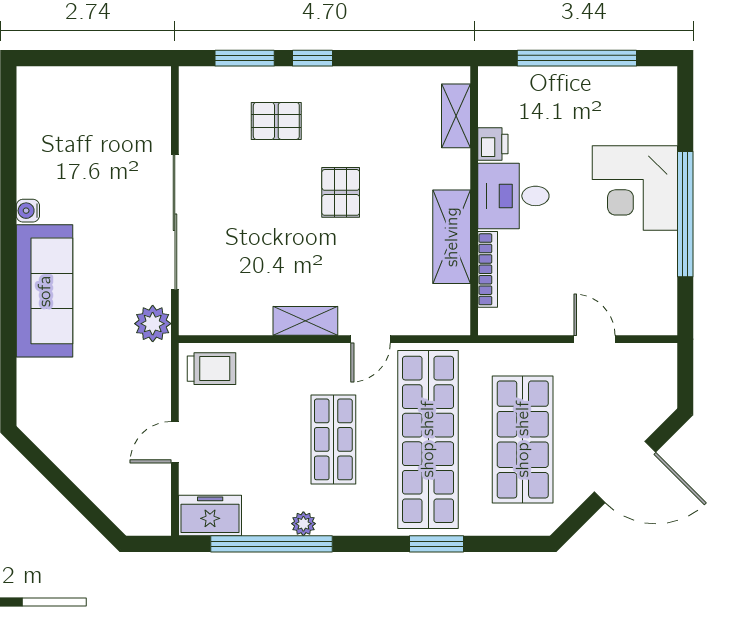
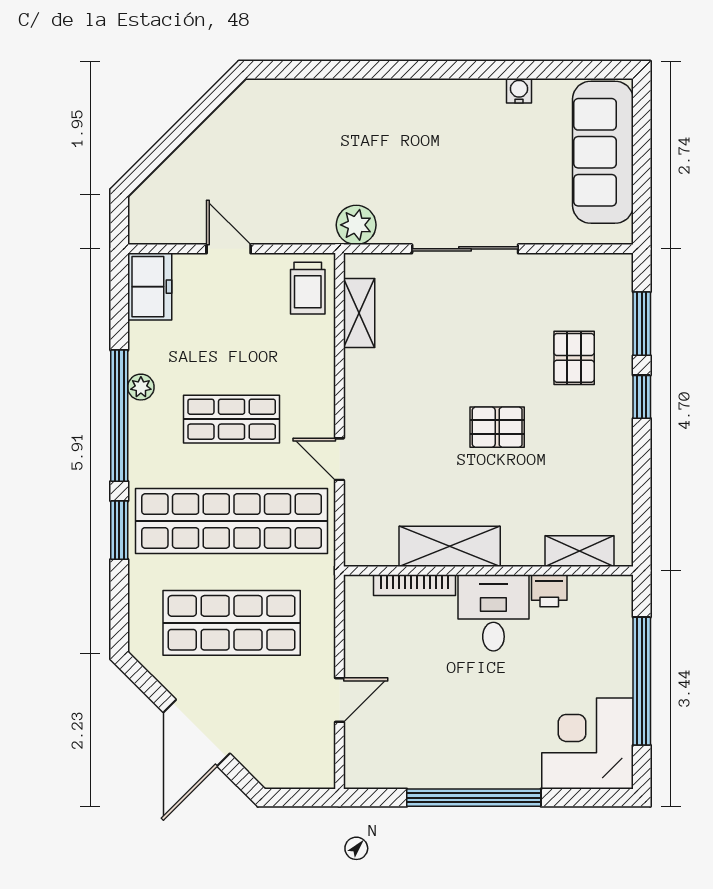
corner desk: (635, 188) -> (588, 743), moved
water cooler: (28, 211) -> (519, 91), moved
sliding door: (175, 222) -> (465, 249), width x0.73
sofa: (45, 291) -> (603, 152), moved, turned 90
shelving: (305, 321) -> (359, 313), moved
window: (271, 544) -> (119, 416), moved

